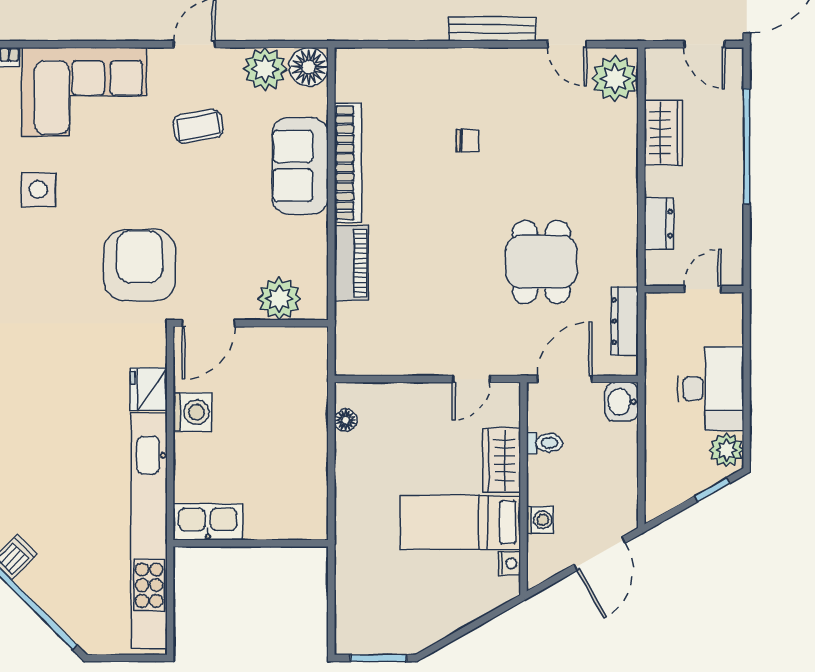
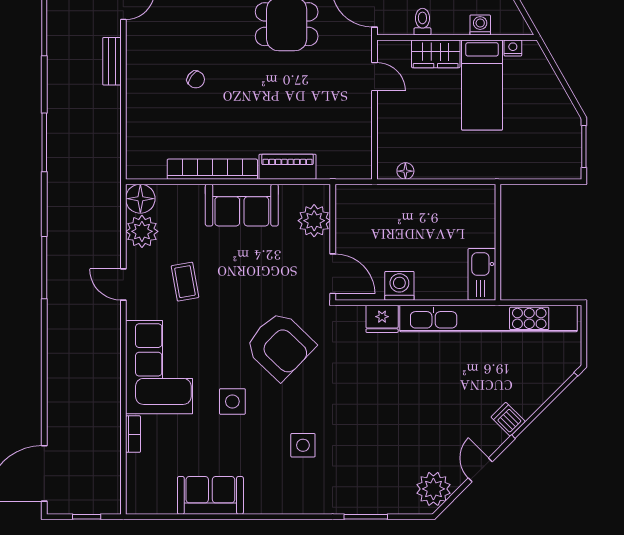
bench: (492, 29) -> (112, 61), width x0.73
chair: (468, 141) -> (196, 79), turned 126
sofa: (300, 166) -> (242, 205), moved
armchair: (140, 265) -> (280, 346), moved, turned -136

